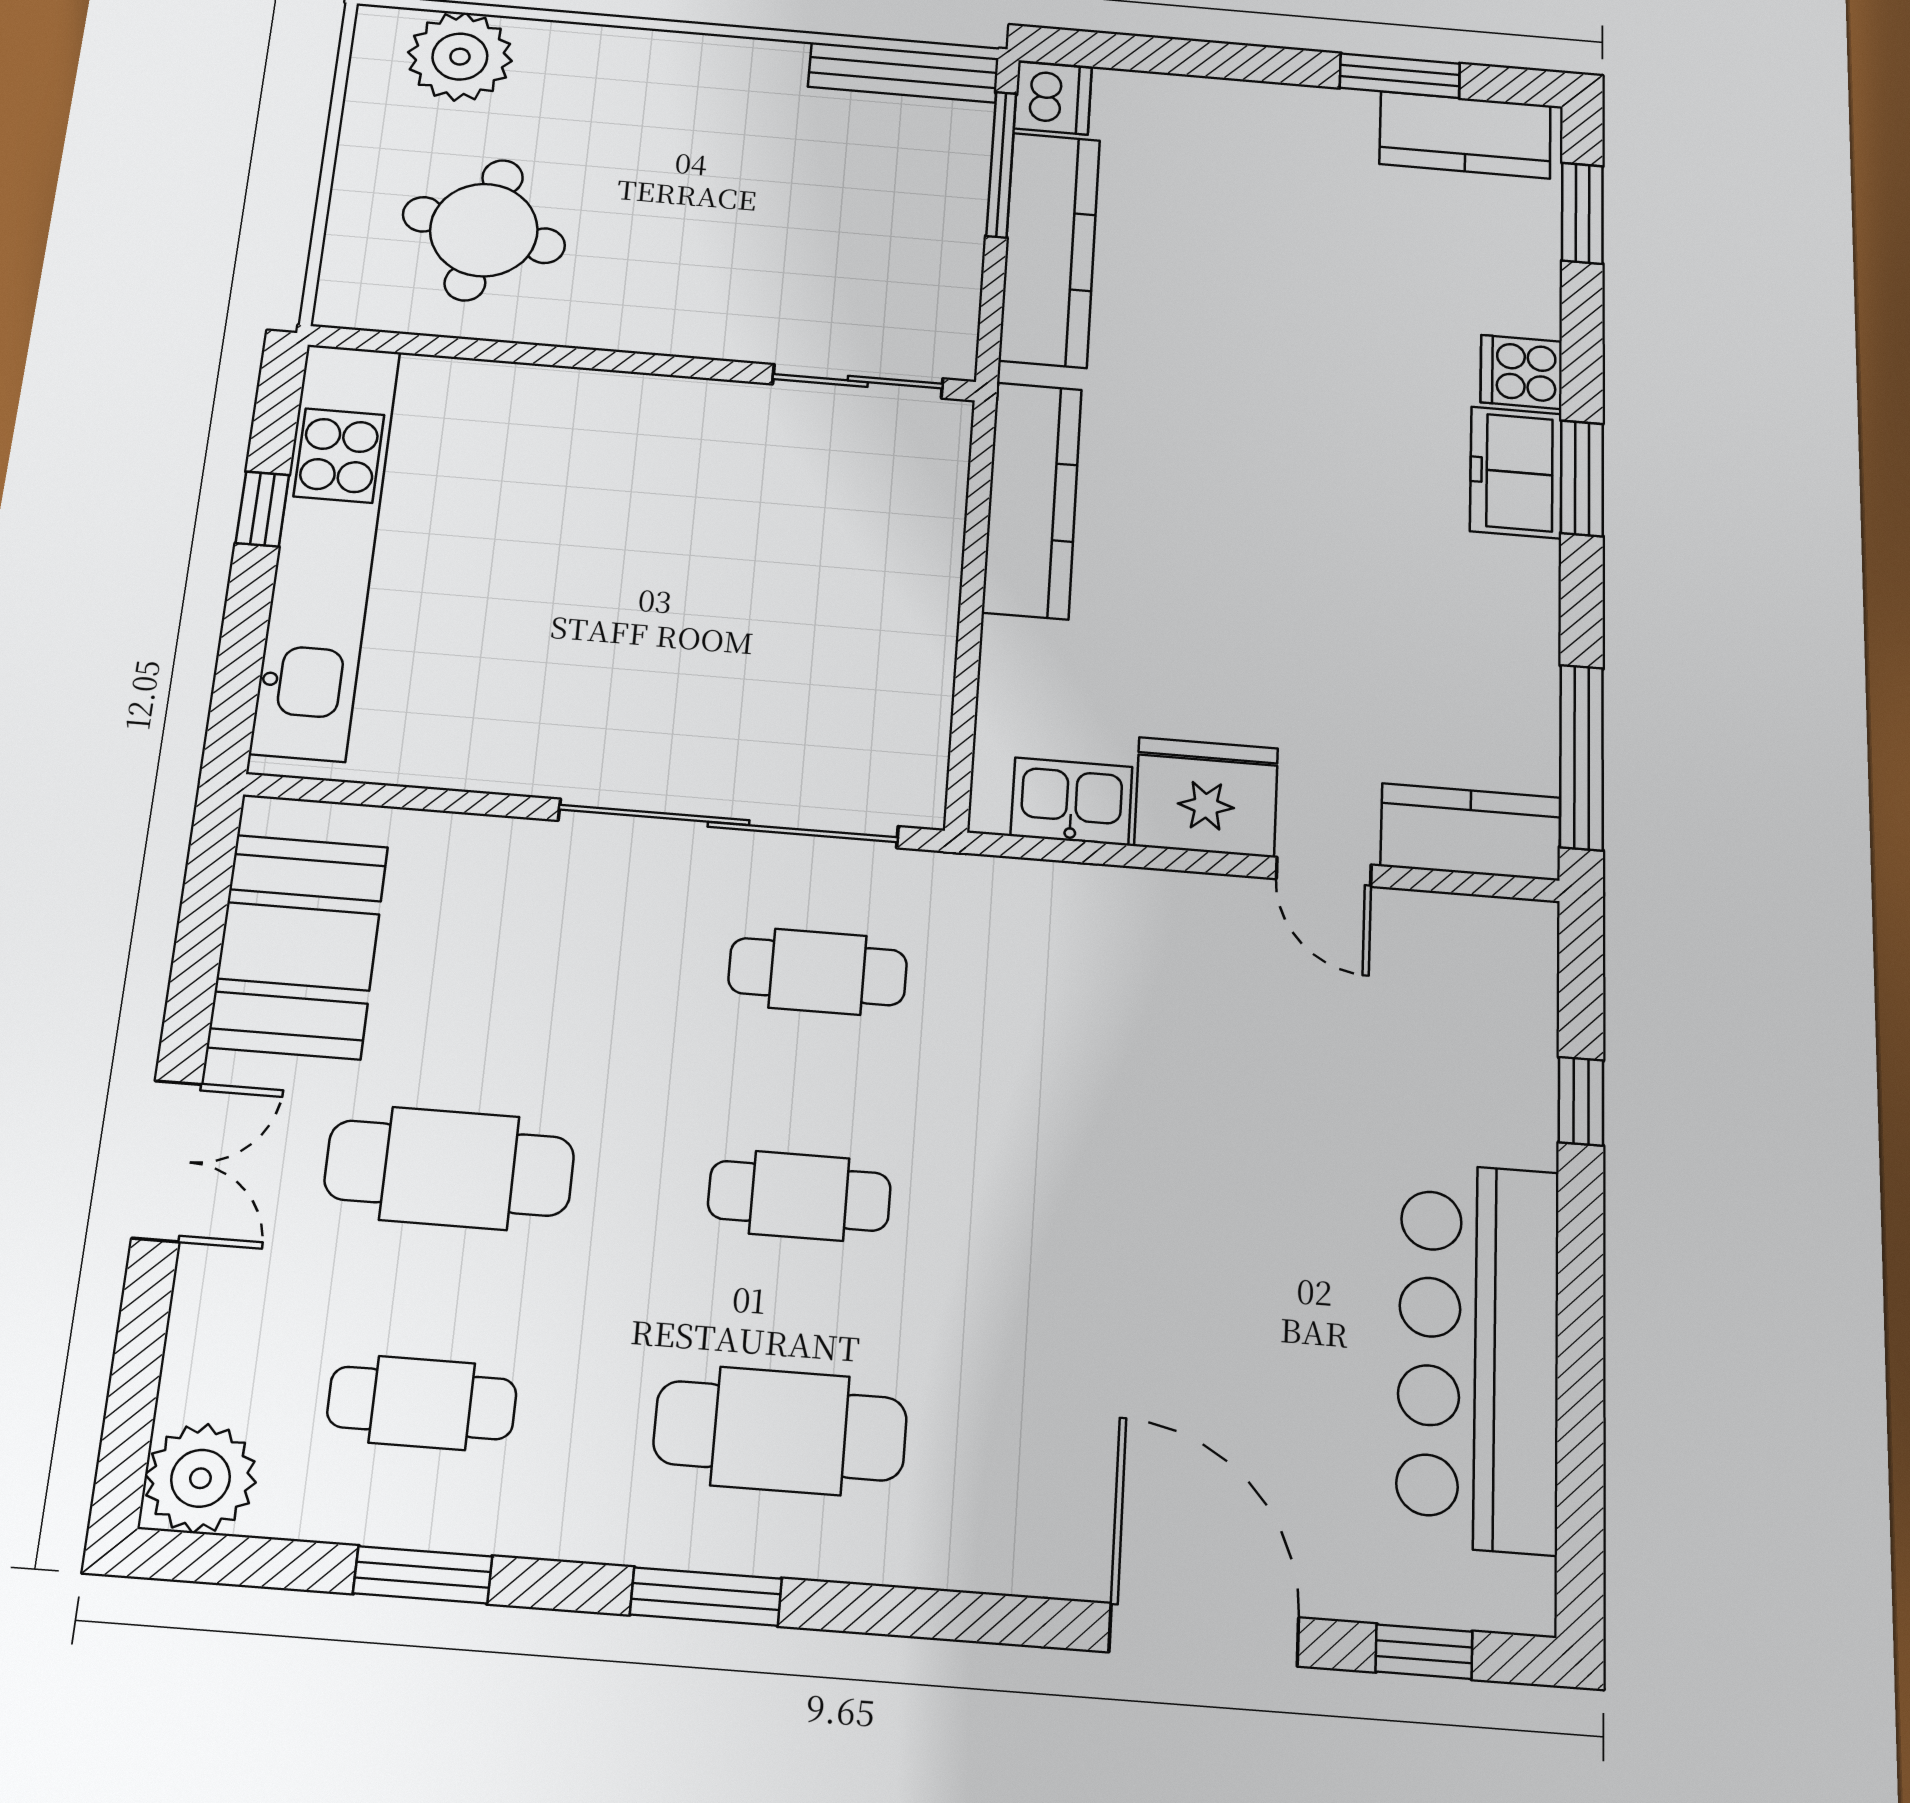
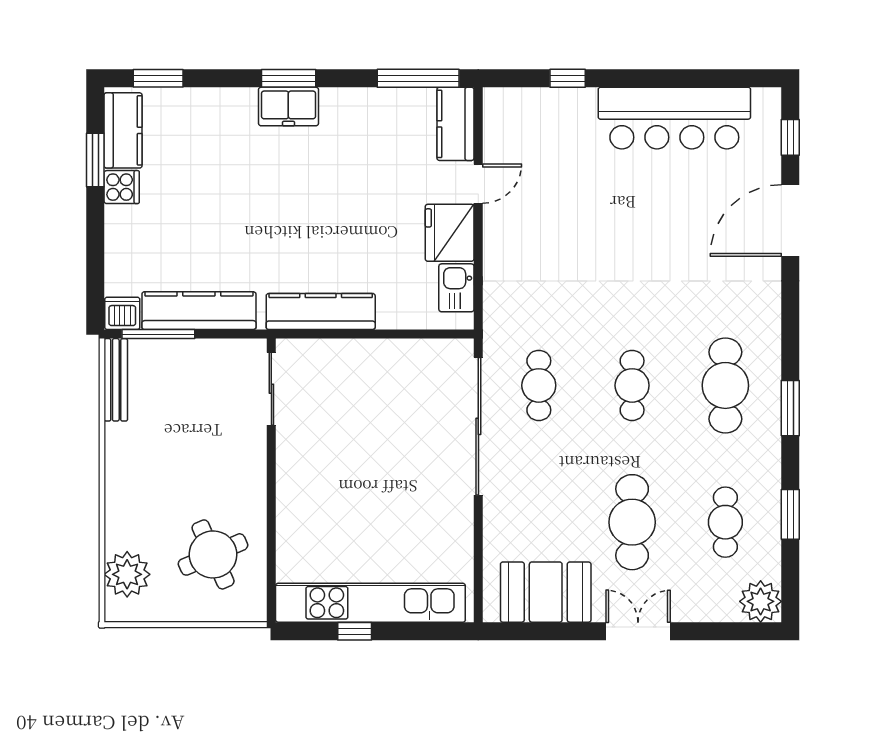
round table: (484, 230) -> (213, 554), turned -35
cooker: (1521, 372) -> (122, 187), moved, turned -90

